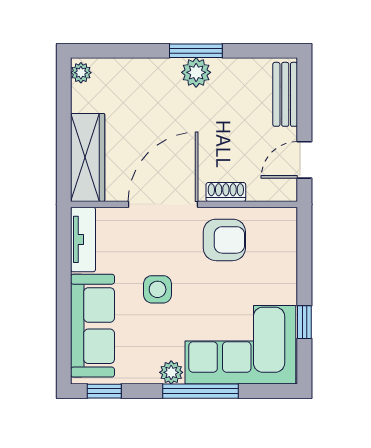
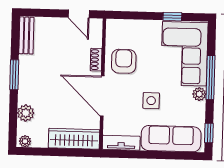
plant: (196, 72) -> (26, 113), moved
bench: (285, 94) -> (26, 35), moved, turned 90

